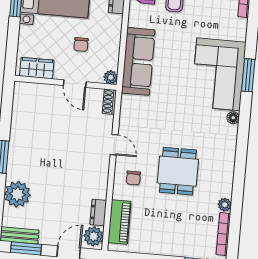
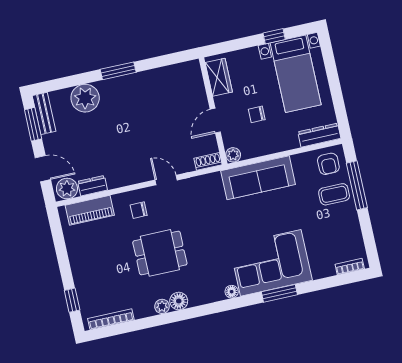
door: (114, 145) -> (166, 180), swing flipped
floor lamp: (226, 168) -> (179, 301), added
plant: (225, 205) -> (162, 306), moved

